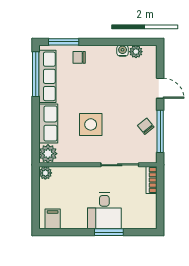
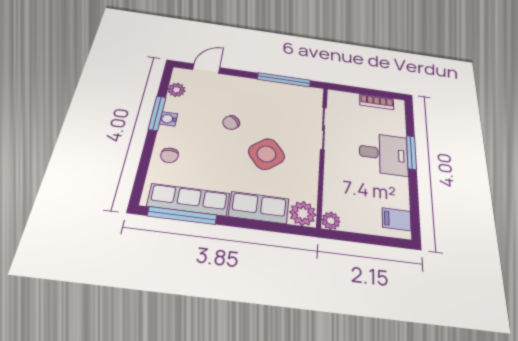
window: (64, 42) -> (157, 113), moved
water cooler: (123, 51) -> (168, 119), moved
door: (160, 88) -> (206, 69), moved
side table: (91, 124) -> (266, 154), turned -38
chair: (146, 126) -> (231, 123), moved
bookcase: (152, 180) -> (377, 102), moved

